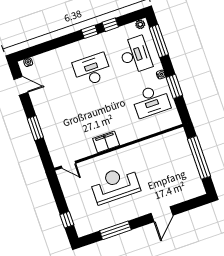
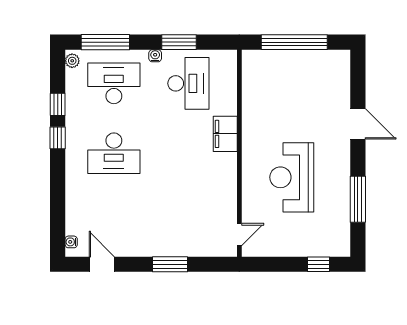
desk: (92, 70) -> (114, 153), turned -90
door: (21, 86) -> (102, 264), hinge flipped
filing cabinet: (106, 142) -> (225, 134), moved

